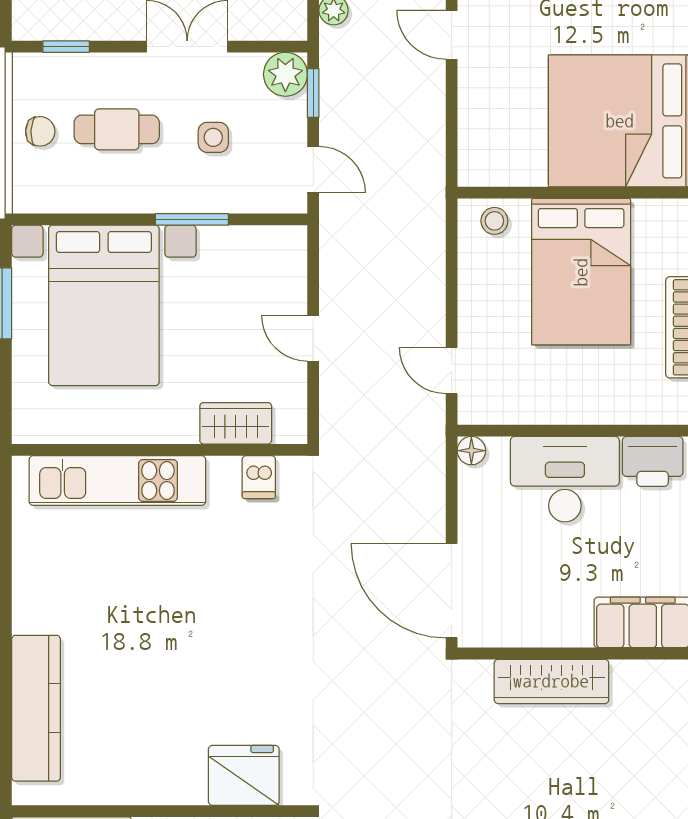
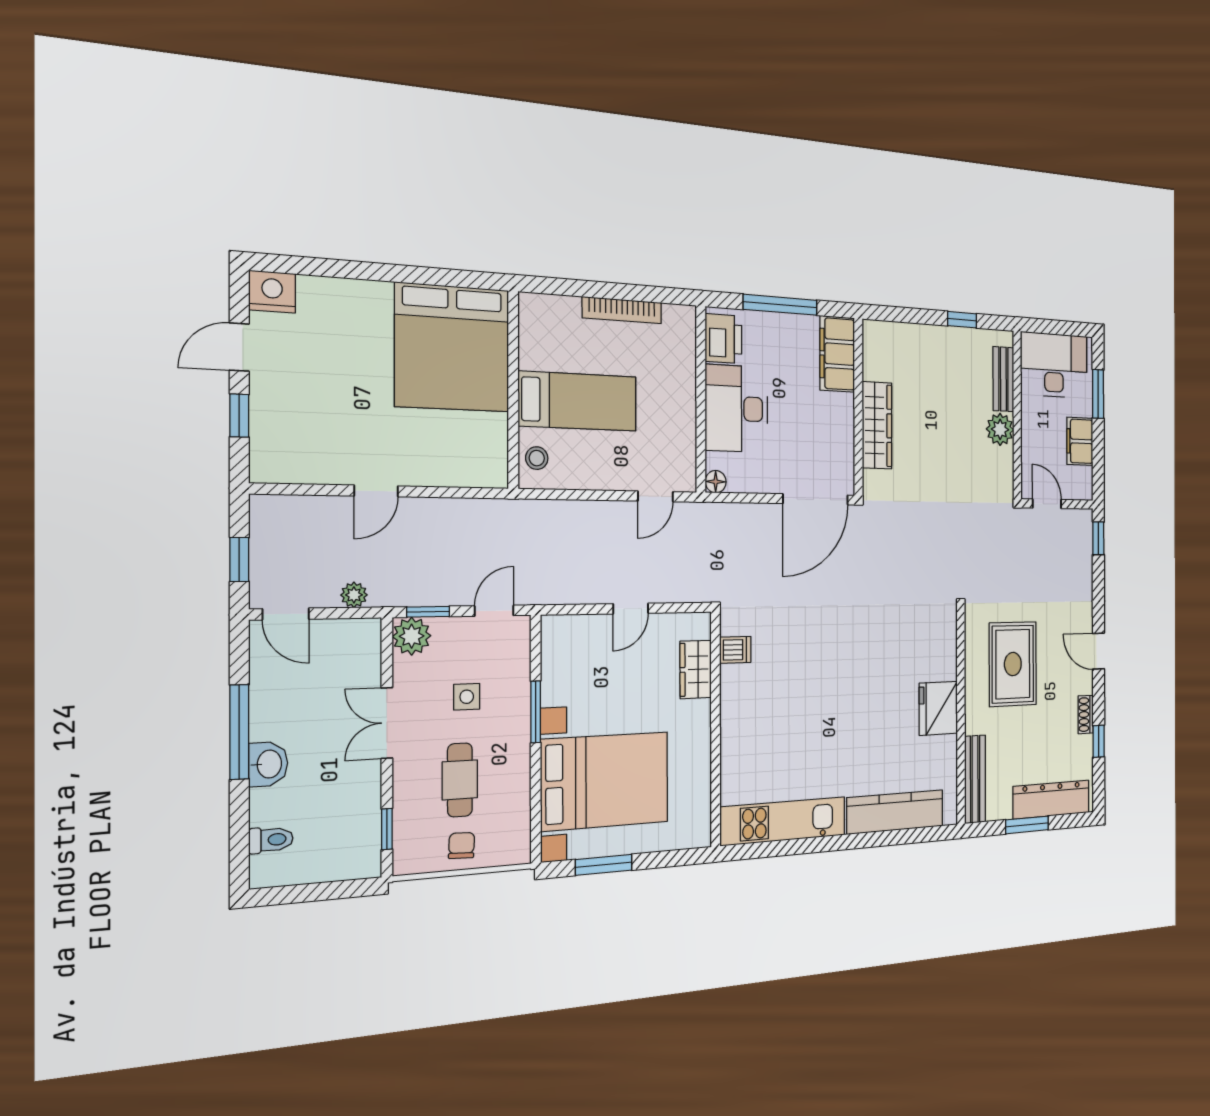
bed: (581, 272) -> (578, 401), width x0.67
kitchen unit: (117, 481) -> (783, 821), moved, turned -90
fridge: (244, 775) -> (938, 708), moved

